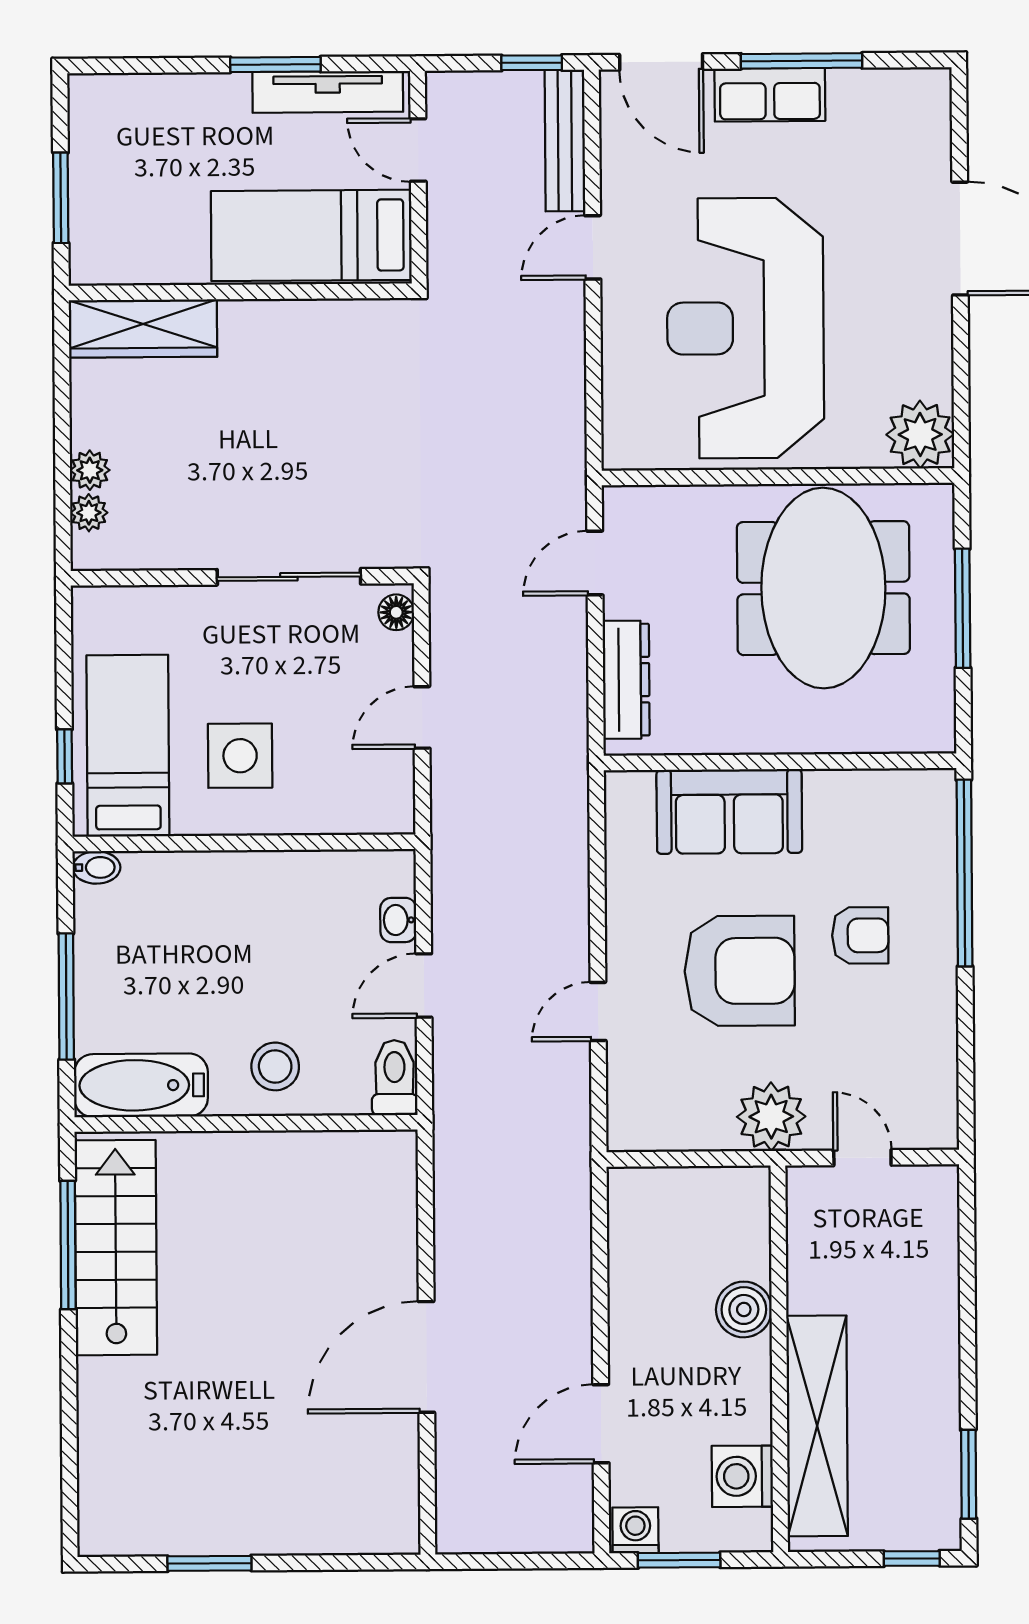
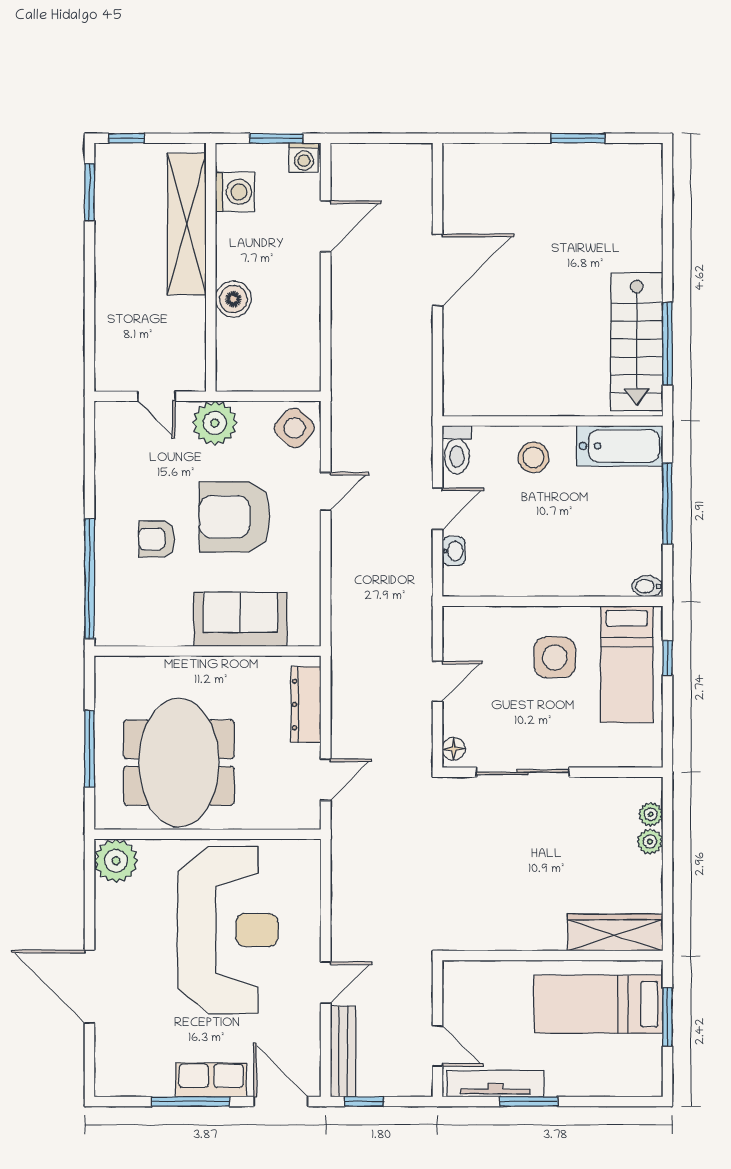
bed: (311, 235) -> (598, 1004), moved, turned 180
side table: (647, 1110) -> (294, 428), added

